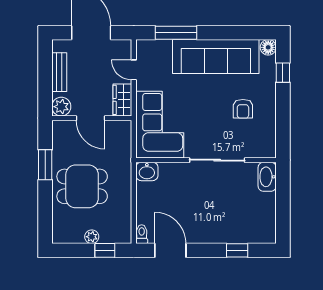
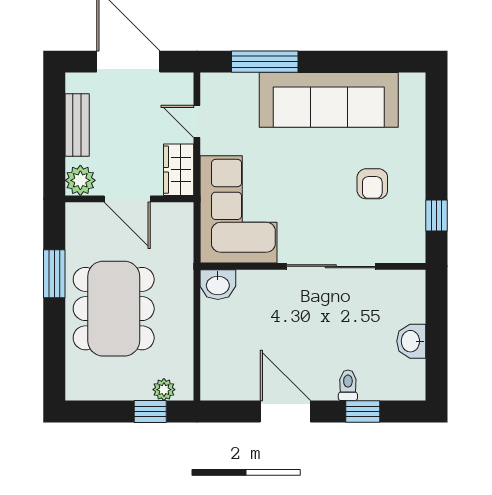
floor lamp: (268, 47) -> (413, 85), removed
window: (283, 73) -> (437, 216), moved
washbasin: (267, 177) -> (411, 341), moved, width x0.72
dining table: (82, 186) -> (114, 309), width x1.38
toilet: (142, 234) -> (348, 385), moved
plant: (92, 237) -> (164, 390), moved
door: (170, 250) -> (285, 412), moved

